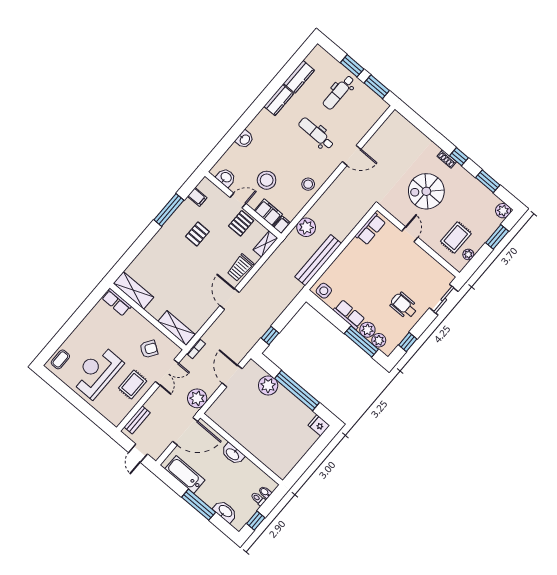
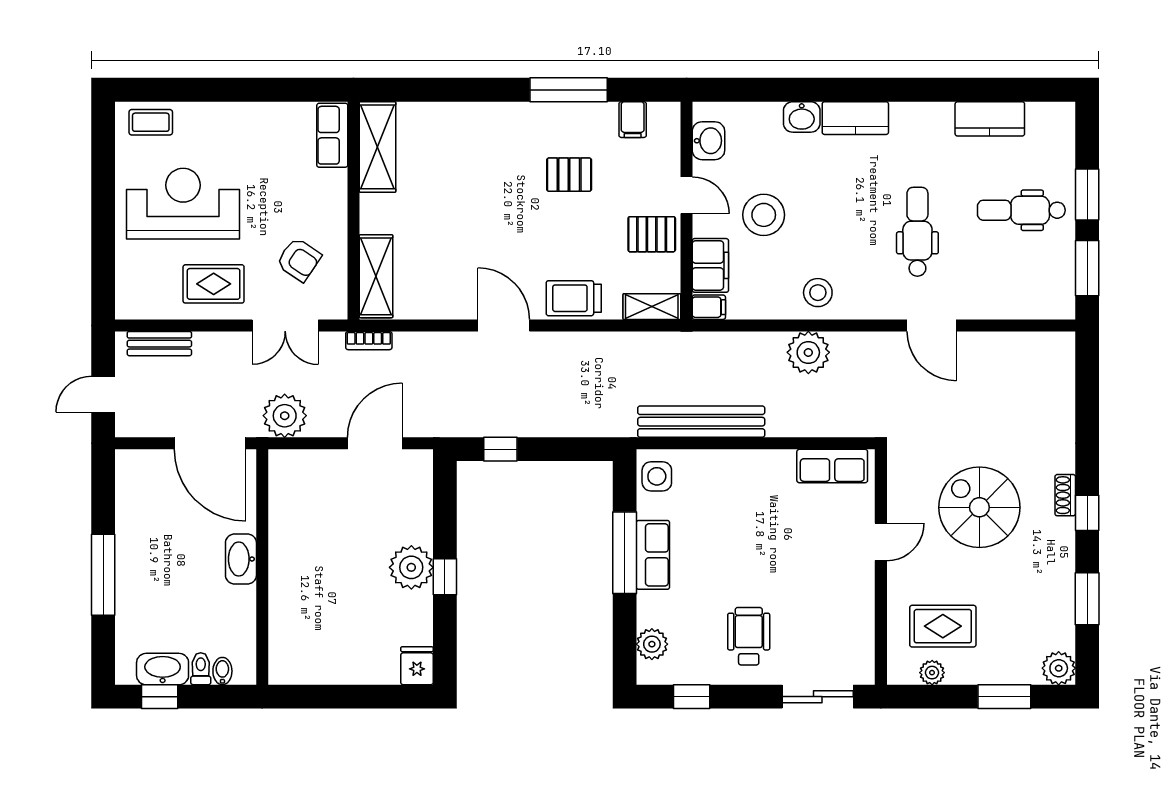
kitchen counter: (279, 100) -> (855, 118), moved
plant: (306, 227) -> (808, 352), moved
door: (229, 299) -> (504, 325), hinge flipped
plant: (367, 330) -> (654, 609), removed
window: (361, 341) -> (625, 553), moved
plant: (268, 385) -> (411, 567), moved
window: (297, 391) -> (445, 577), width x0.32
bathtub: (185, 474) -> (135, 507), removed
washbasin: (225, 511) -> (163, 669), moved, turned -90

